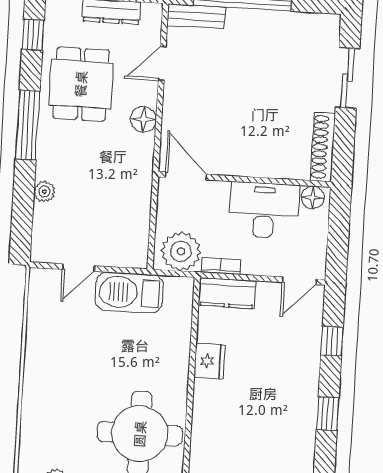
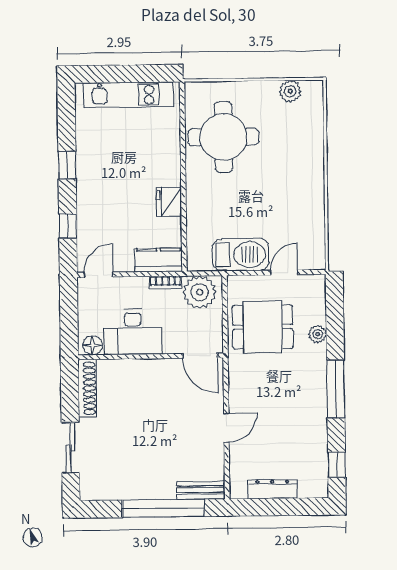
door: (162, 64) -> (226, 428), moved
dining table: (81, 84) -> (263, 327), moved, turned 90
floor lamp: (143, 119) -> (239, 401), removed

